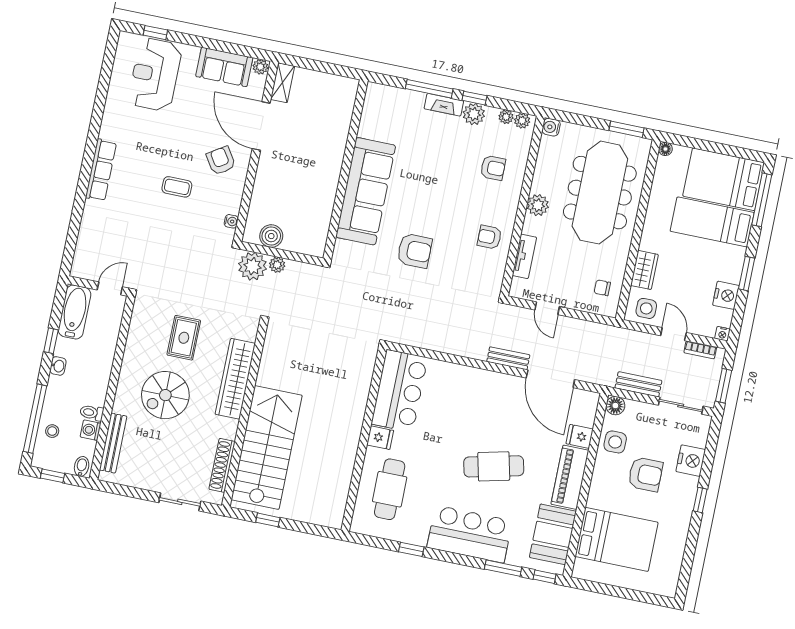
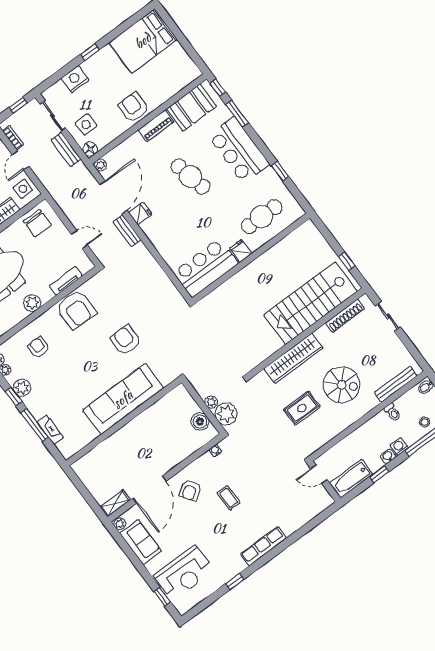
fireplace: (444, 105) -> (50, 430), moved
window: (98, 111) -> (235, 581), added
armchair: (489, 237) -> (76, 310), width x1.88, depth x1.88
chair: (602, 288) -> (37, 223), width x1.87, depth x1.87
door: (547, 308) -> (79, 240), hinge flipped
window: (724, 386) -> (18, 105), width x0.67
plant: (591, 399) -> (100, 165), added
washing machine: (91, 430) -> (399, 446), moved, turned 180
fridge: (580, 436) -> (140, 213), moved, turned -90
side table: (615, 442) -> (86, 124), moved
armchair: (645, 474) -> (133, 107), moved
piano: (570, 477) -> (156, 126), width x0.73, depth x0.75
bed: (617, 539) -> (143, 41), moved, turned -90

